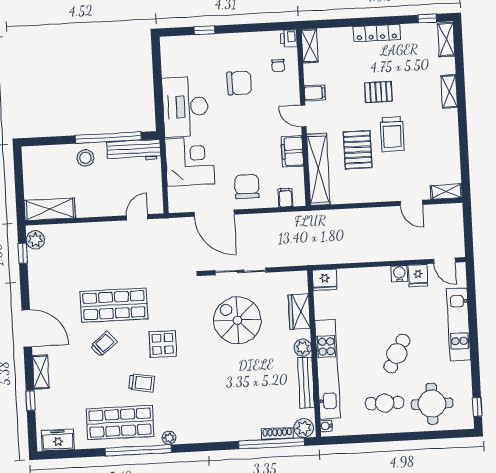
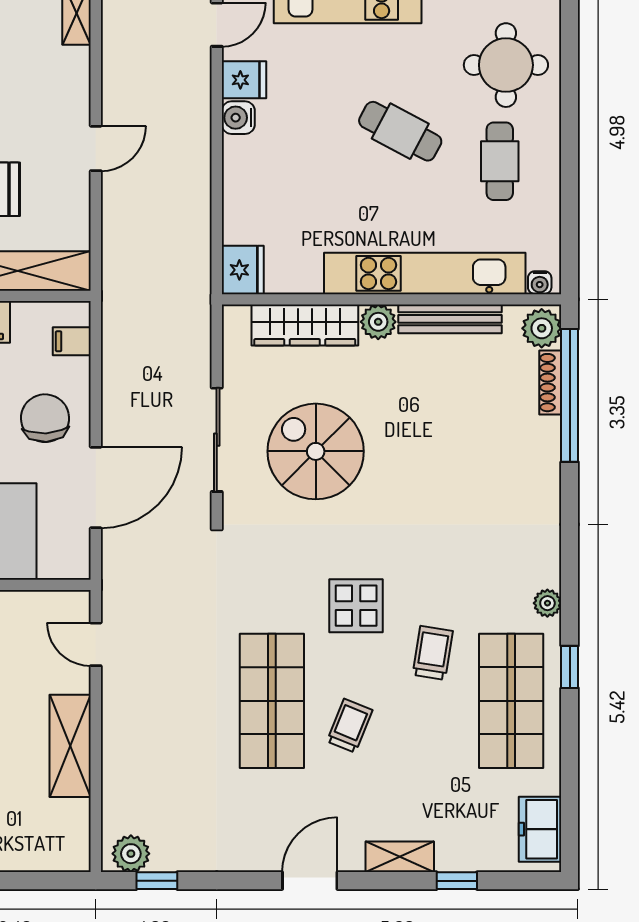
chair: (247, 187) -> (45, 418), turned 87
door: (411, 203) -> (96, 148), moved
shelving: (50, 209) -> (70, 746), moved
wardrobe: (299, 312) -> (305, 325), width x1.50
spiral stairs: (237, 320) -> (316, 451), turned 90
door: (27, 328) -> (310, 881), width x0.73
trolley: (104, 344) -> (350, 726), turned 62
window: (138, 450) -> (570, 667), width x0.32

